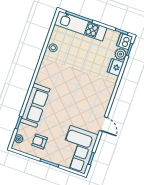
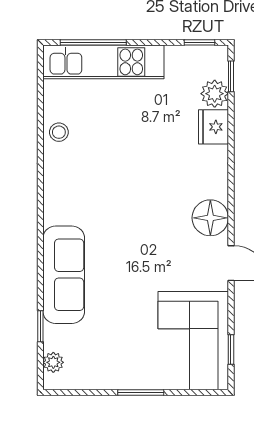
dishwasher: (125, 41) -> (214, 62), removed
floor lamp: (101, 103) -> (210, 218), added
armchair: (39, 141) -> (102, 352), removed

